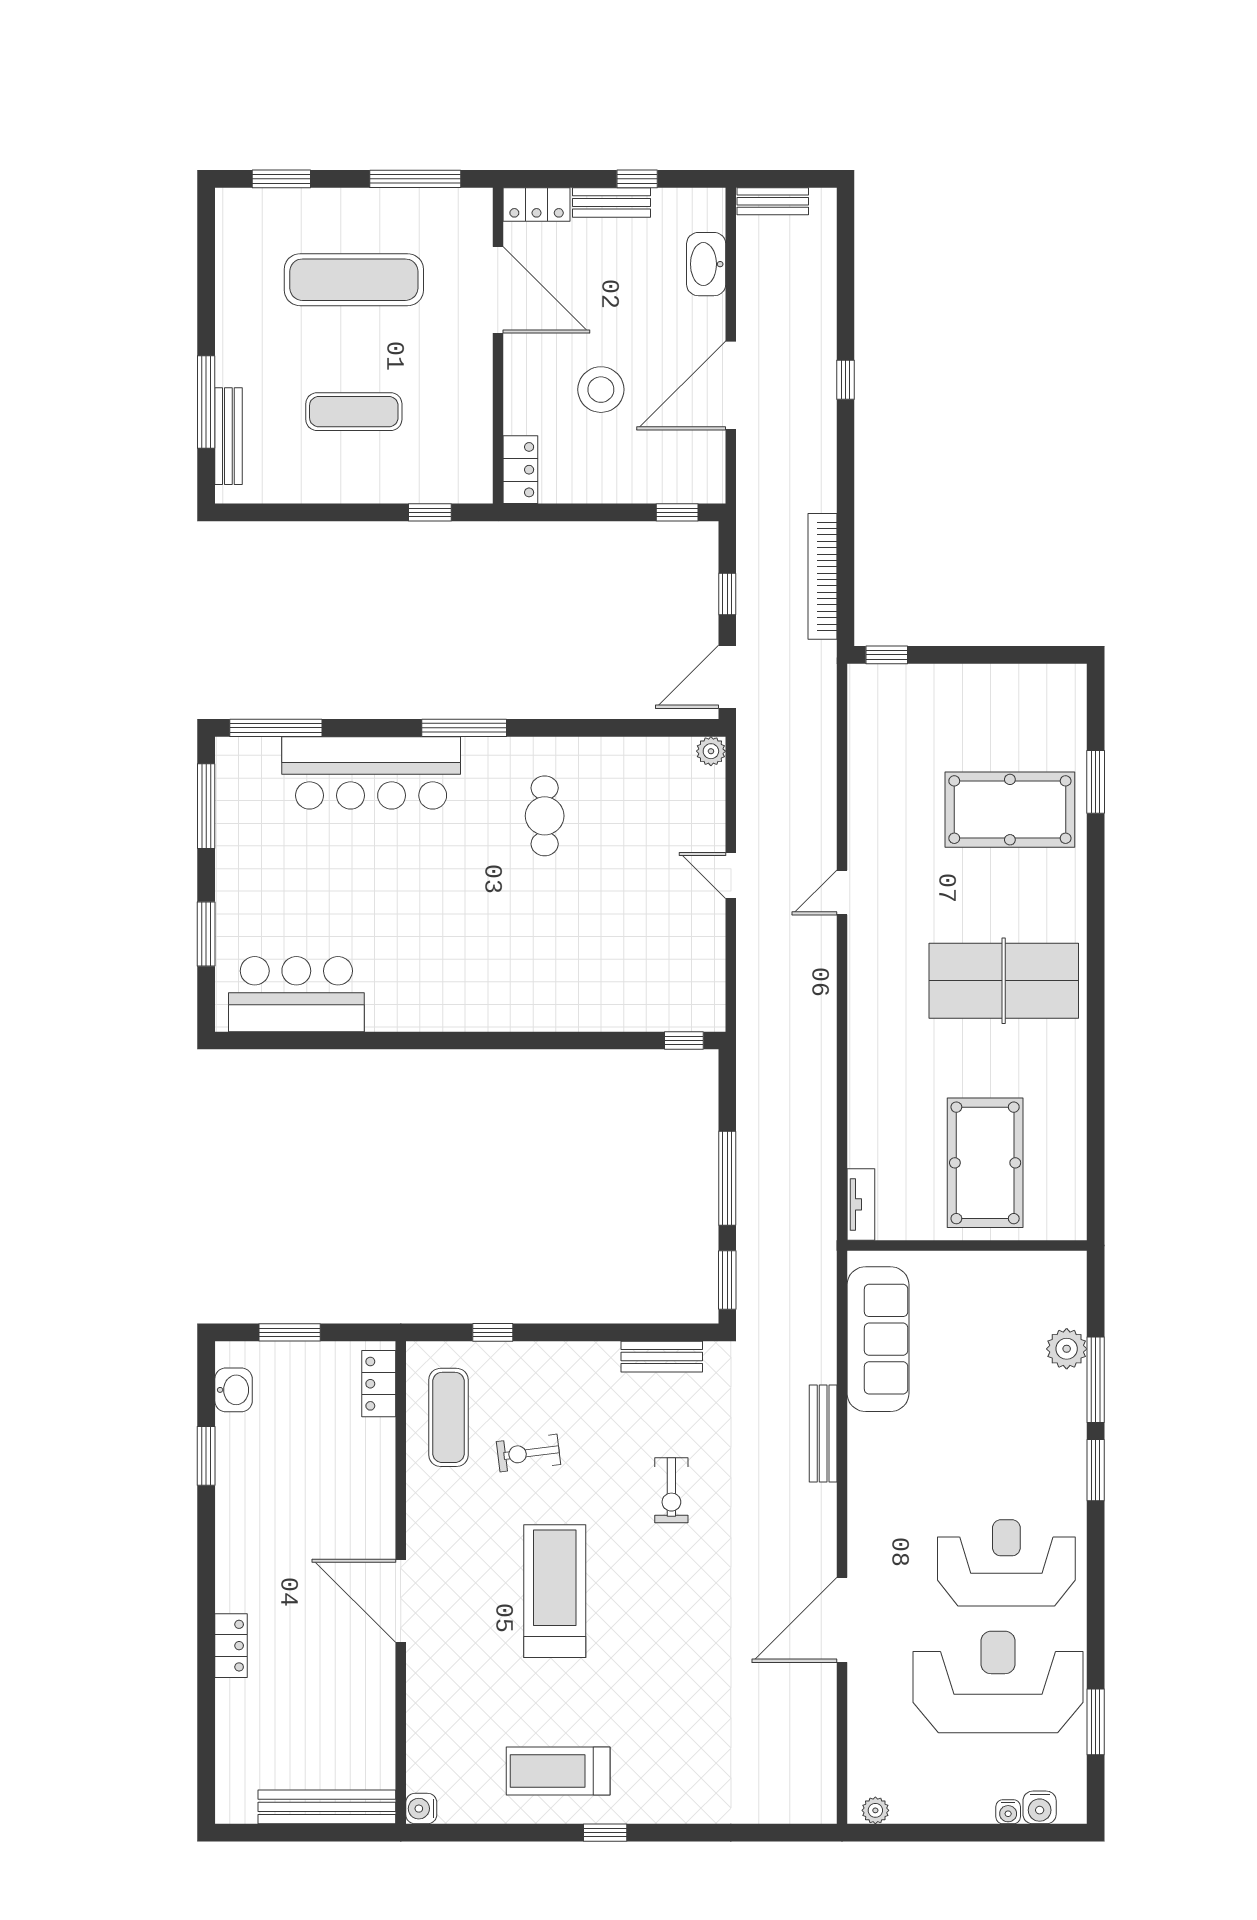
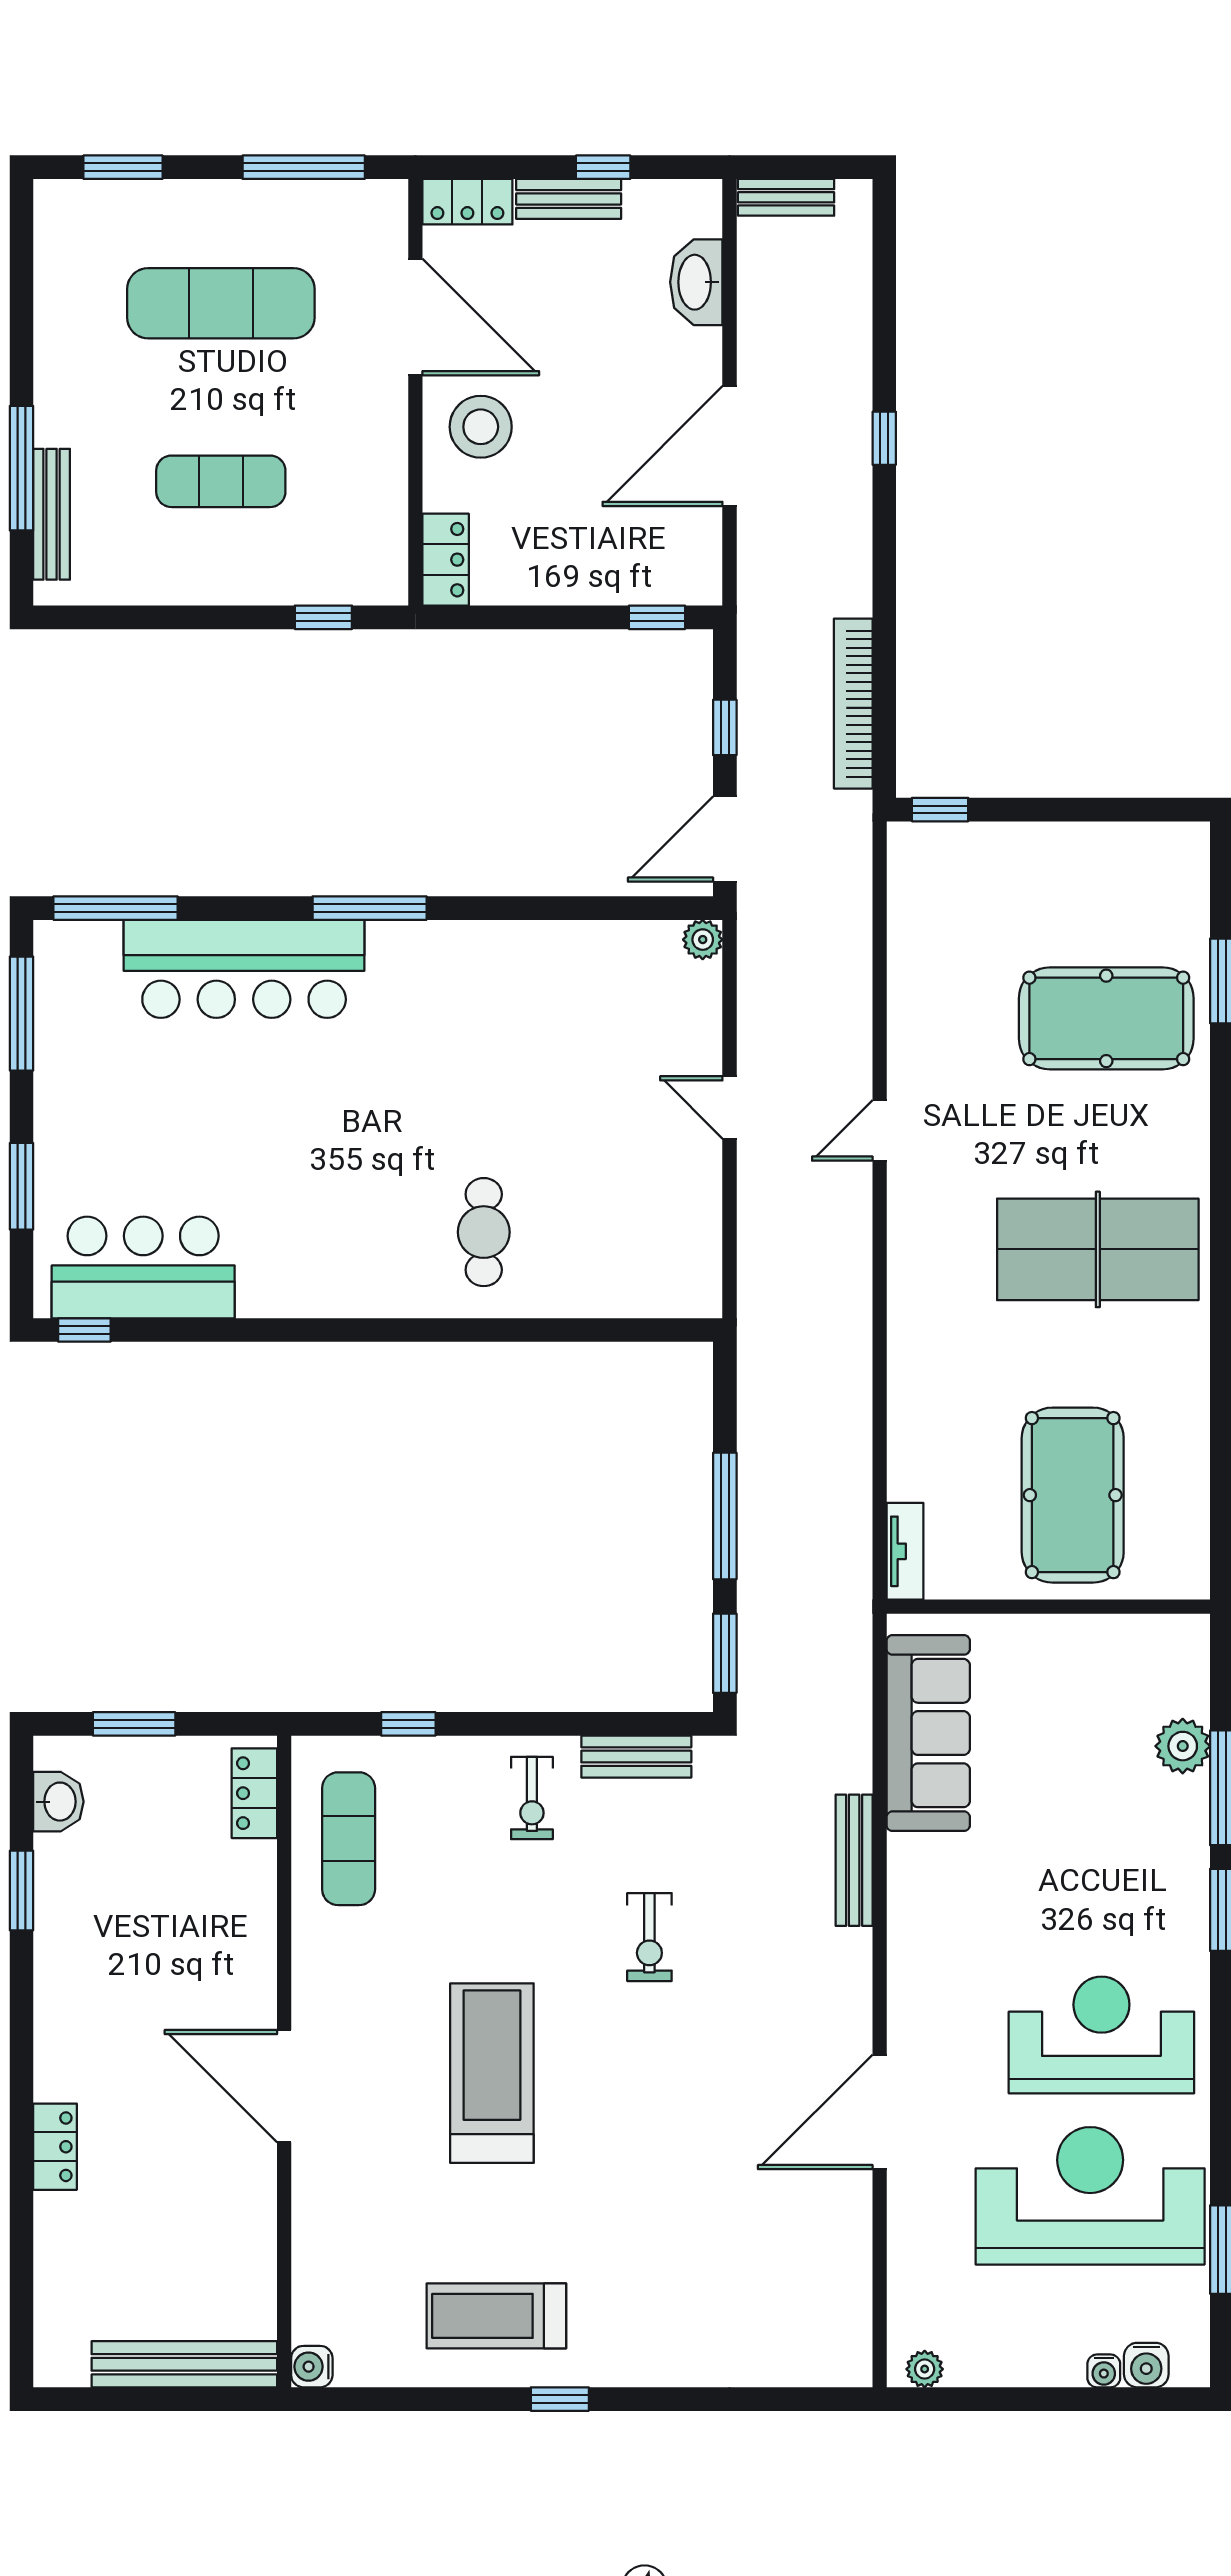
stool: (601, 390) -> (481, 427), moved
cafe table: (545, 816) -> (484, 1232), moved
window: (684, 1041) -> (84, 1330), moved
exercise bike: (528, 1453) -> (532, 1798), moved, turned -83

